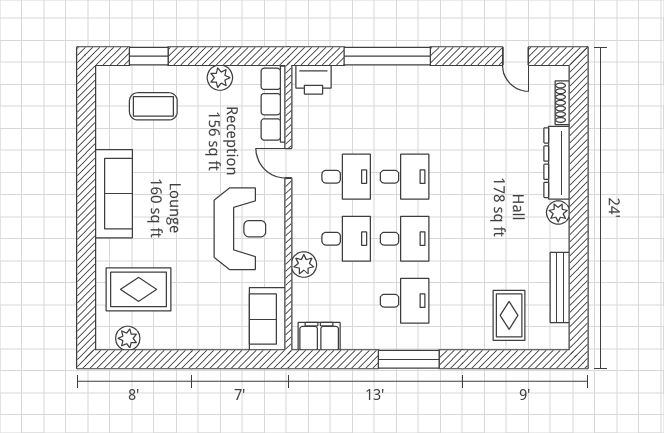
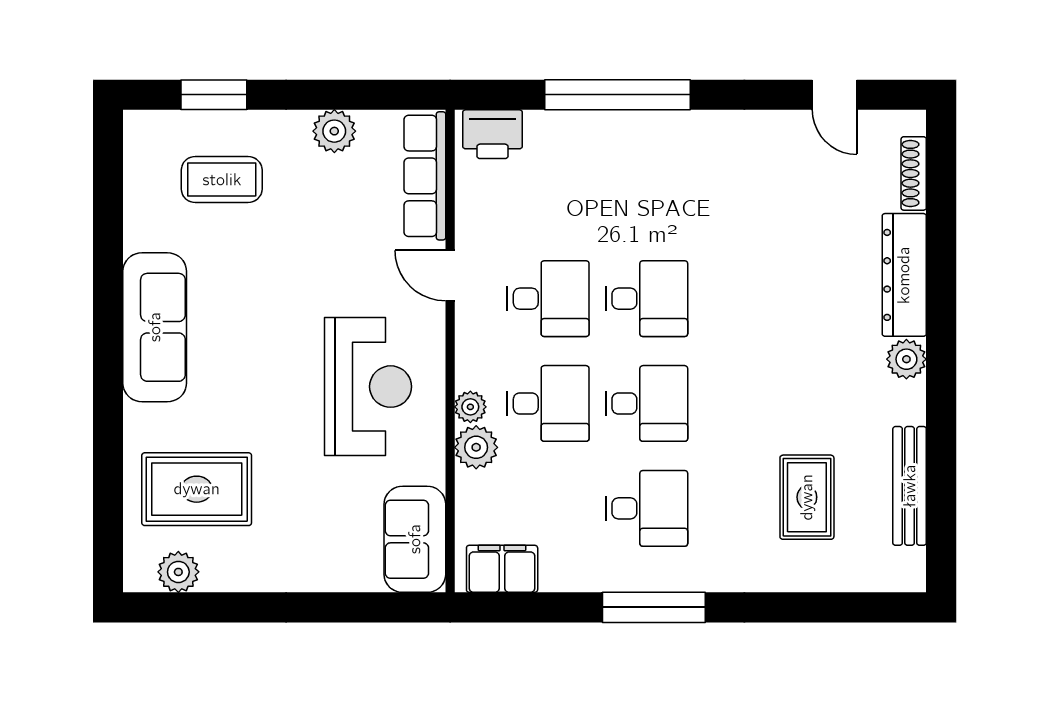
plant: (300, 241) -> (470, 407), added
rug: (509, 315) -> (807, 497), moved

